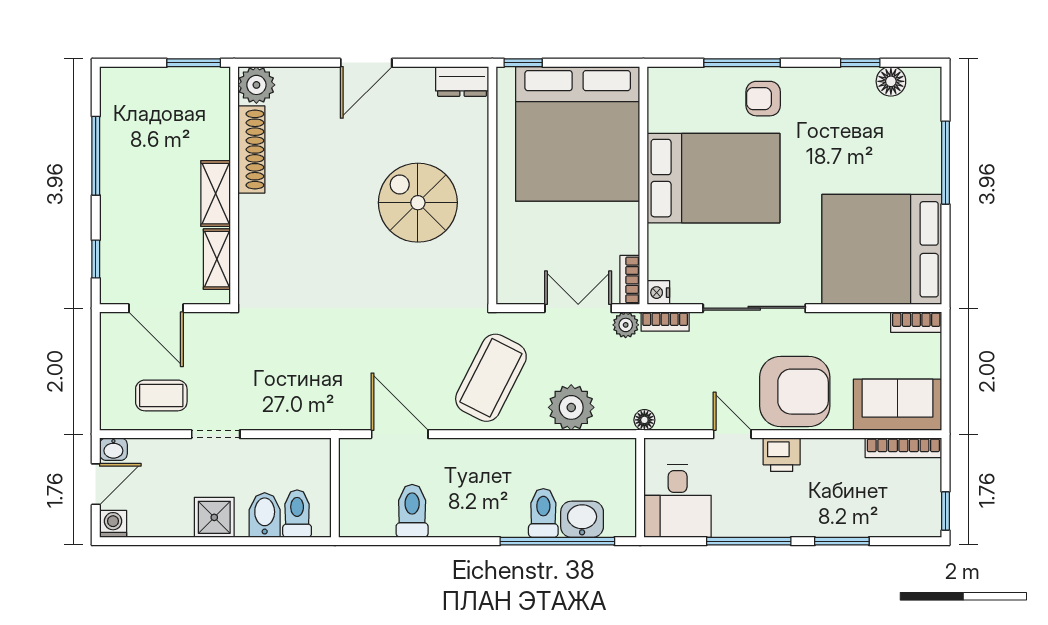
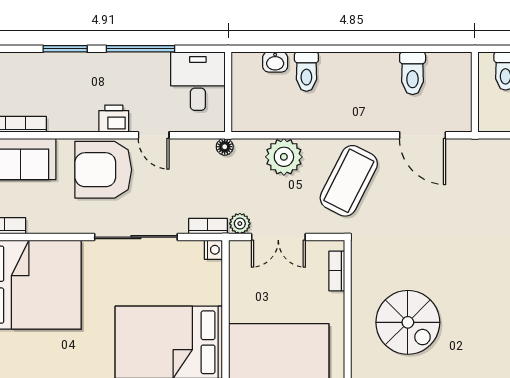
bookcase: (630, 280) -> (337, 271), moved, turned 180
washbasin: (582, 519) -> (275, 62), width x0.72, depth x0.69
window: (557, 541) -> (295, 49), removed

